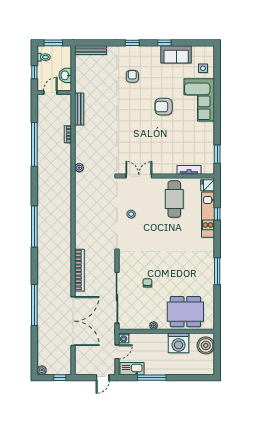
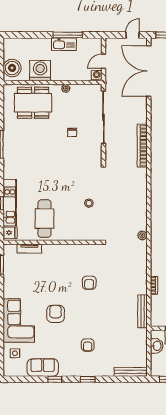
armchair: (164, 107) -> (55, 314), turned -90
armchair: (131, 137) -> (89, 283), added
plant: (79, 168) -> (142, 235), moved
double door: (139, 176) -> (81, 242), removed
double door: (73, 321) -> (149, 71), moved
kitchen sink: (132, 369) -> (64, 44), moved
door: (103, 378) -> (133, 35), moved

